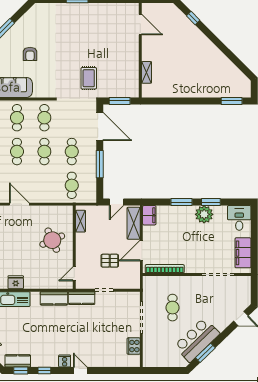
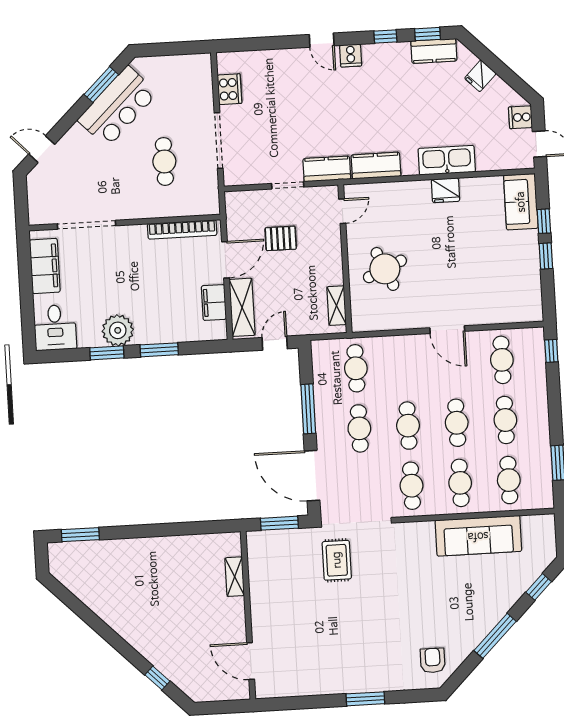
armchair: (30, 54) -> (433, 660), moved
filing cabinet: (149, 215) -> (214, 302), moved

